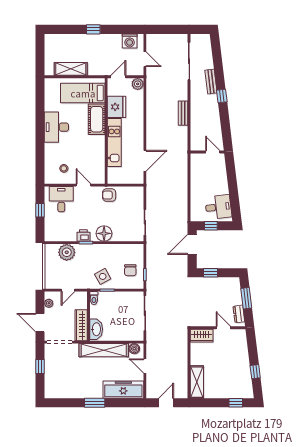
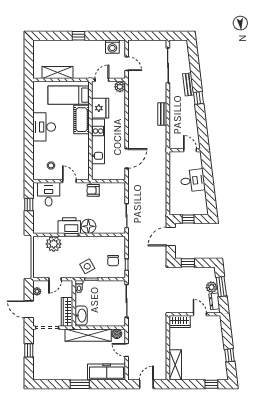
desk: (218, 207) -> (193, 181), moved
printer: (83, 235) -> (69, 226), width x1.87, depth x1.48
plant: (236, 299) -> (212, 287), added

